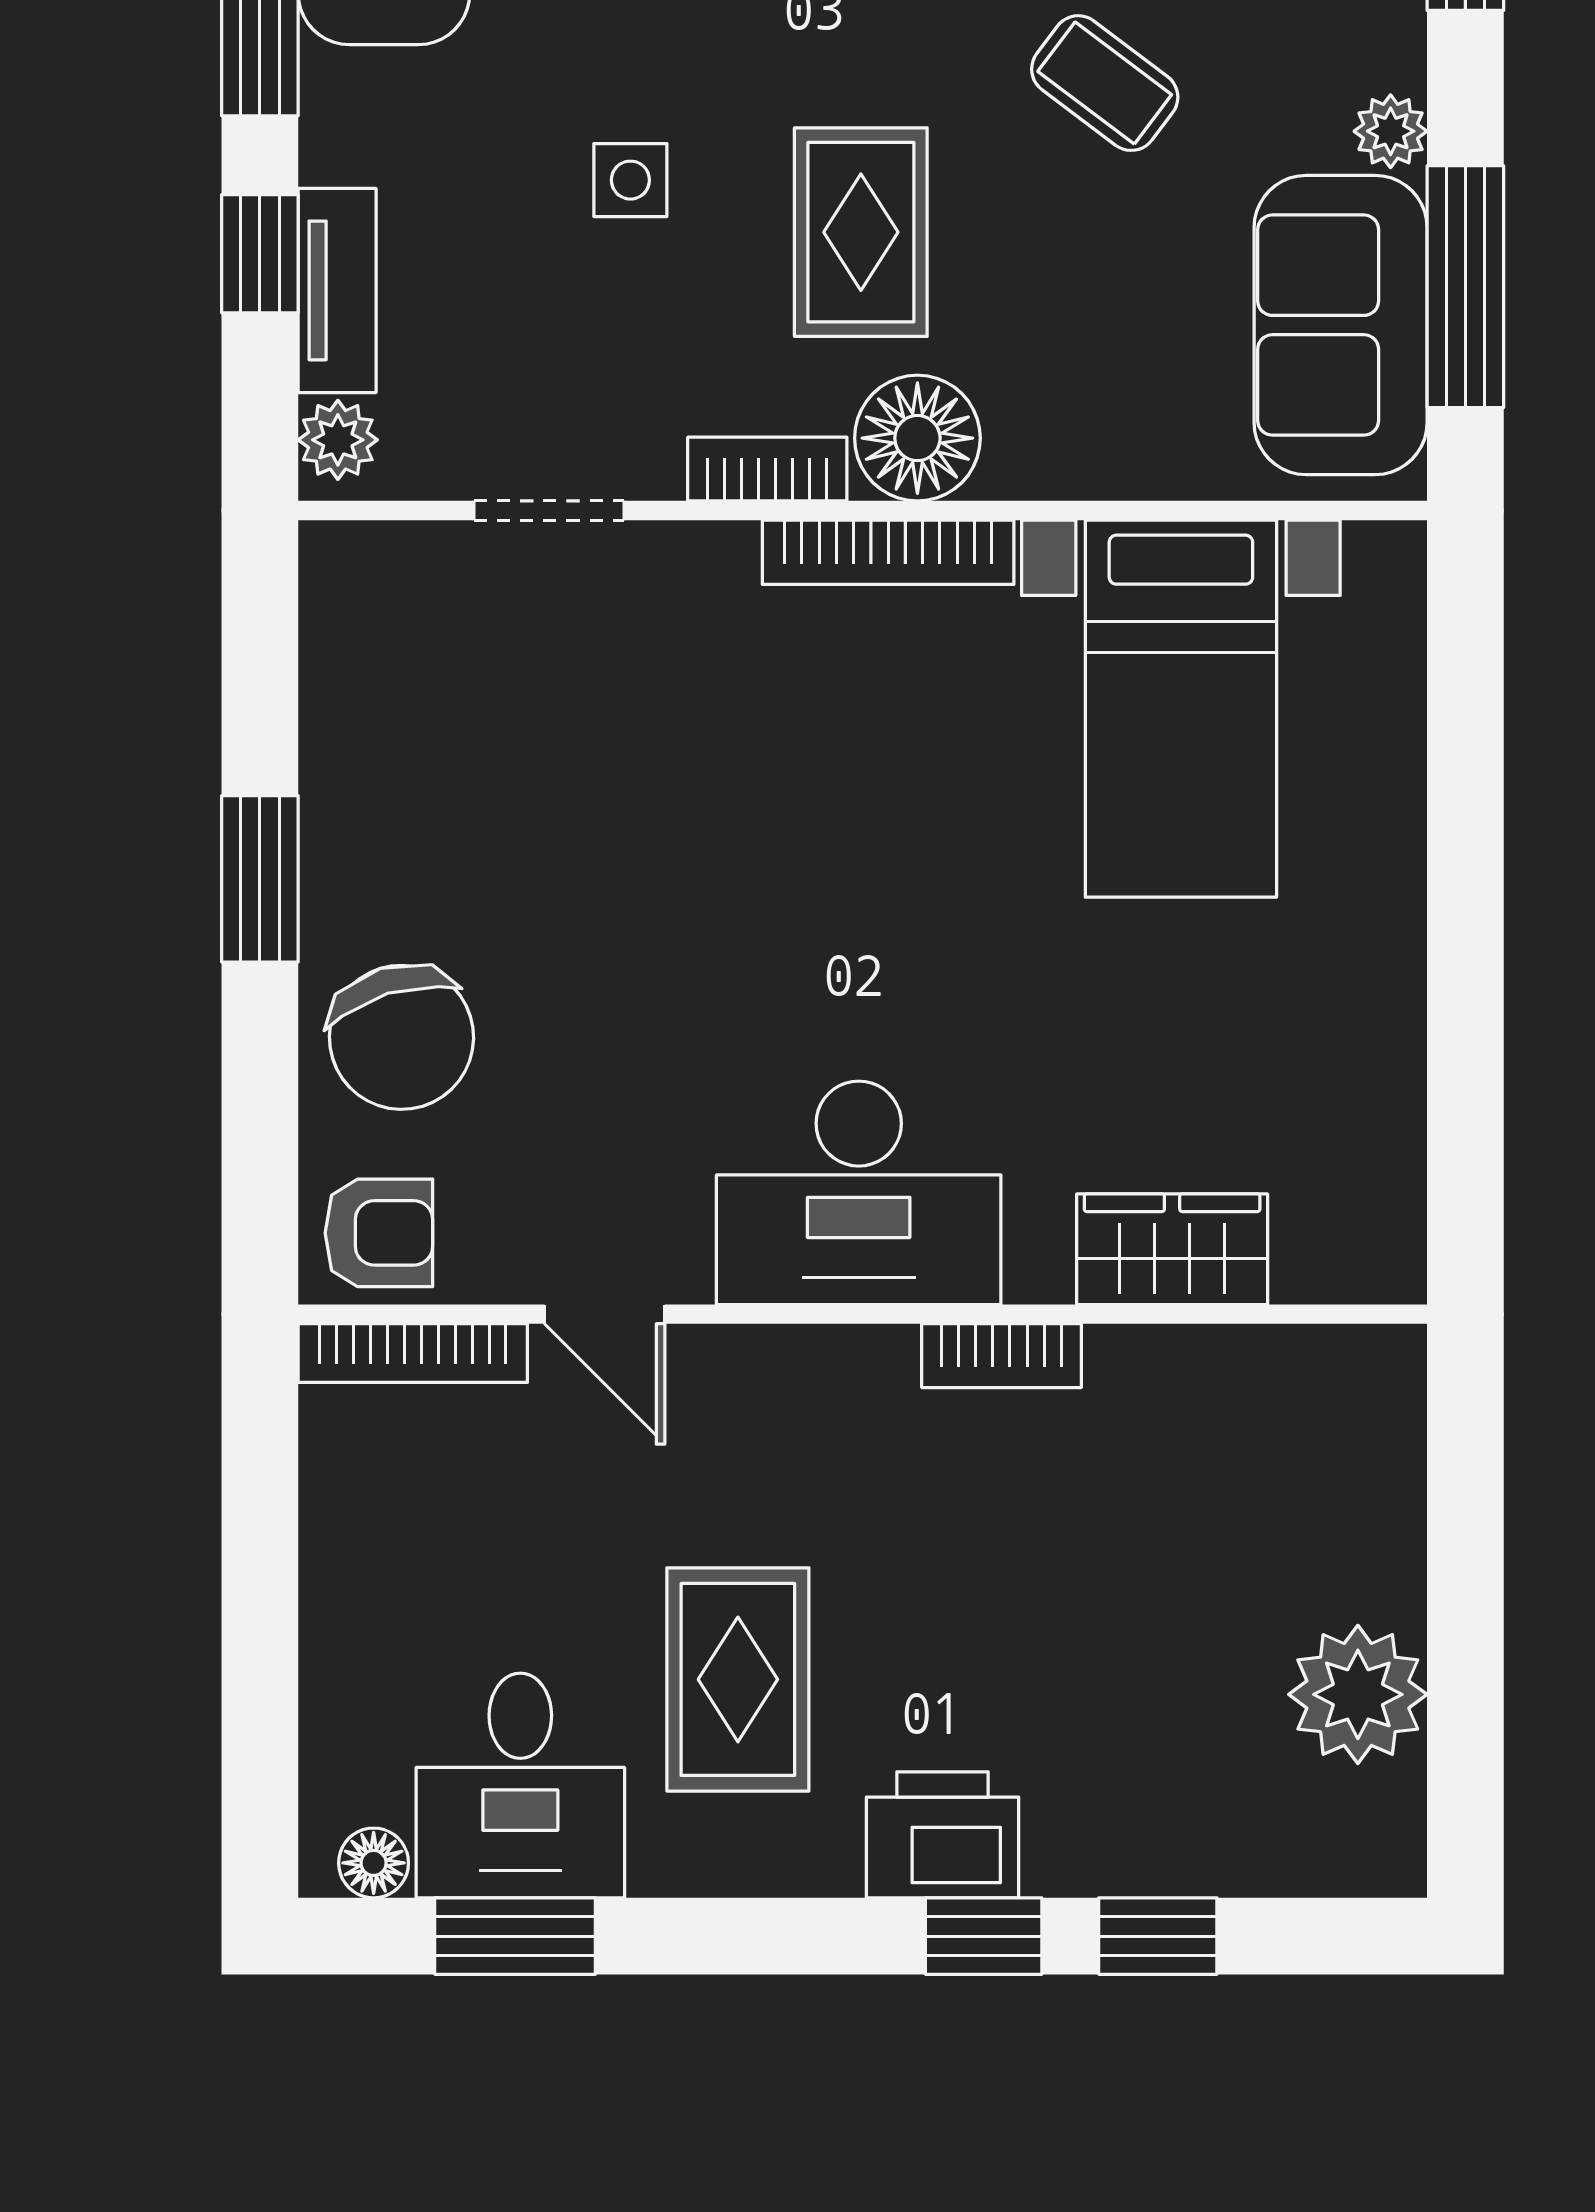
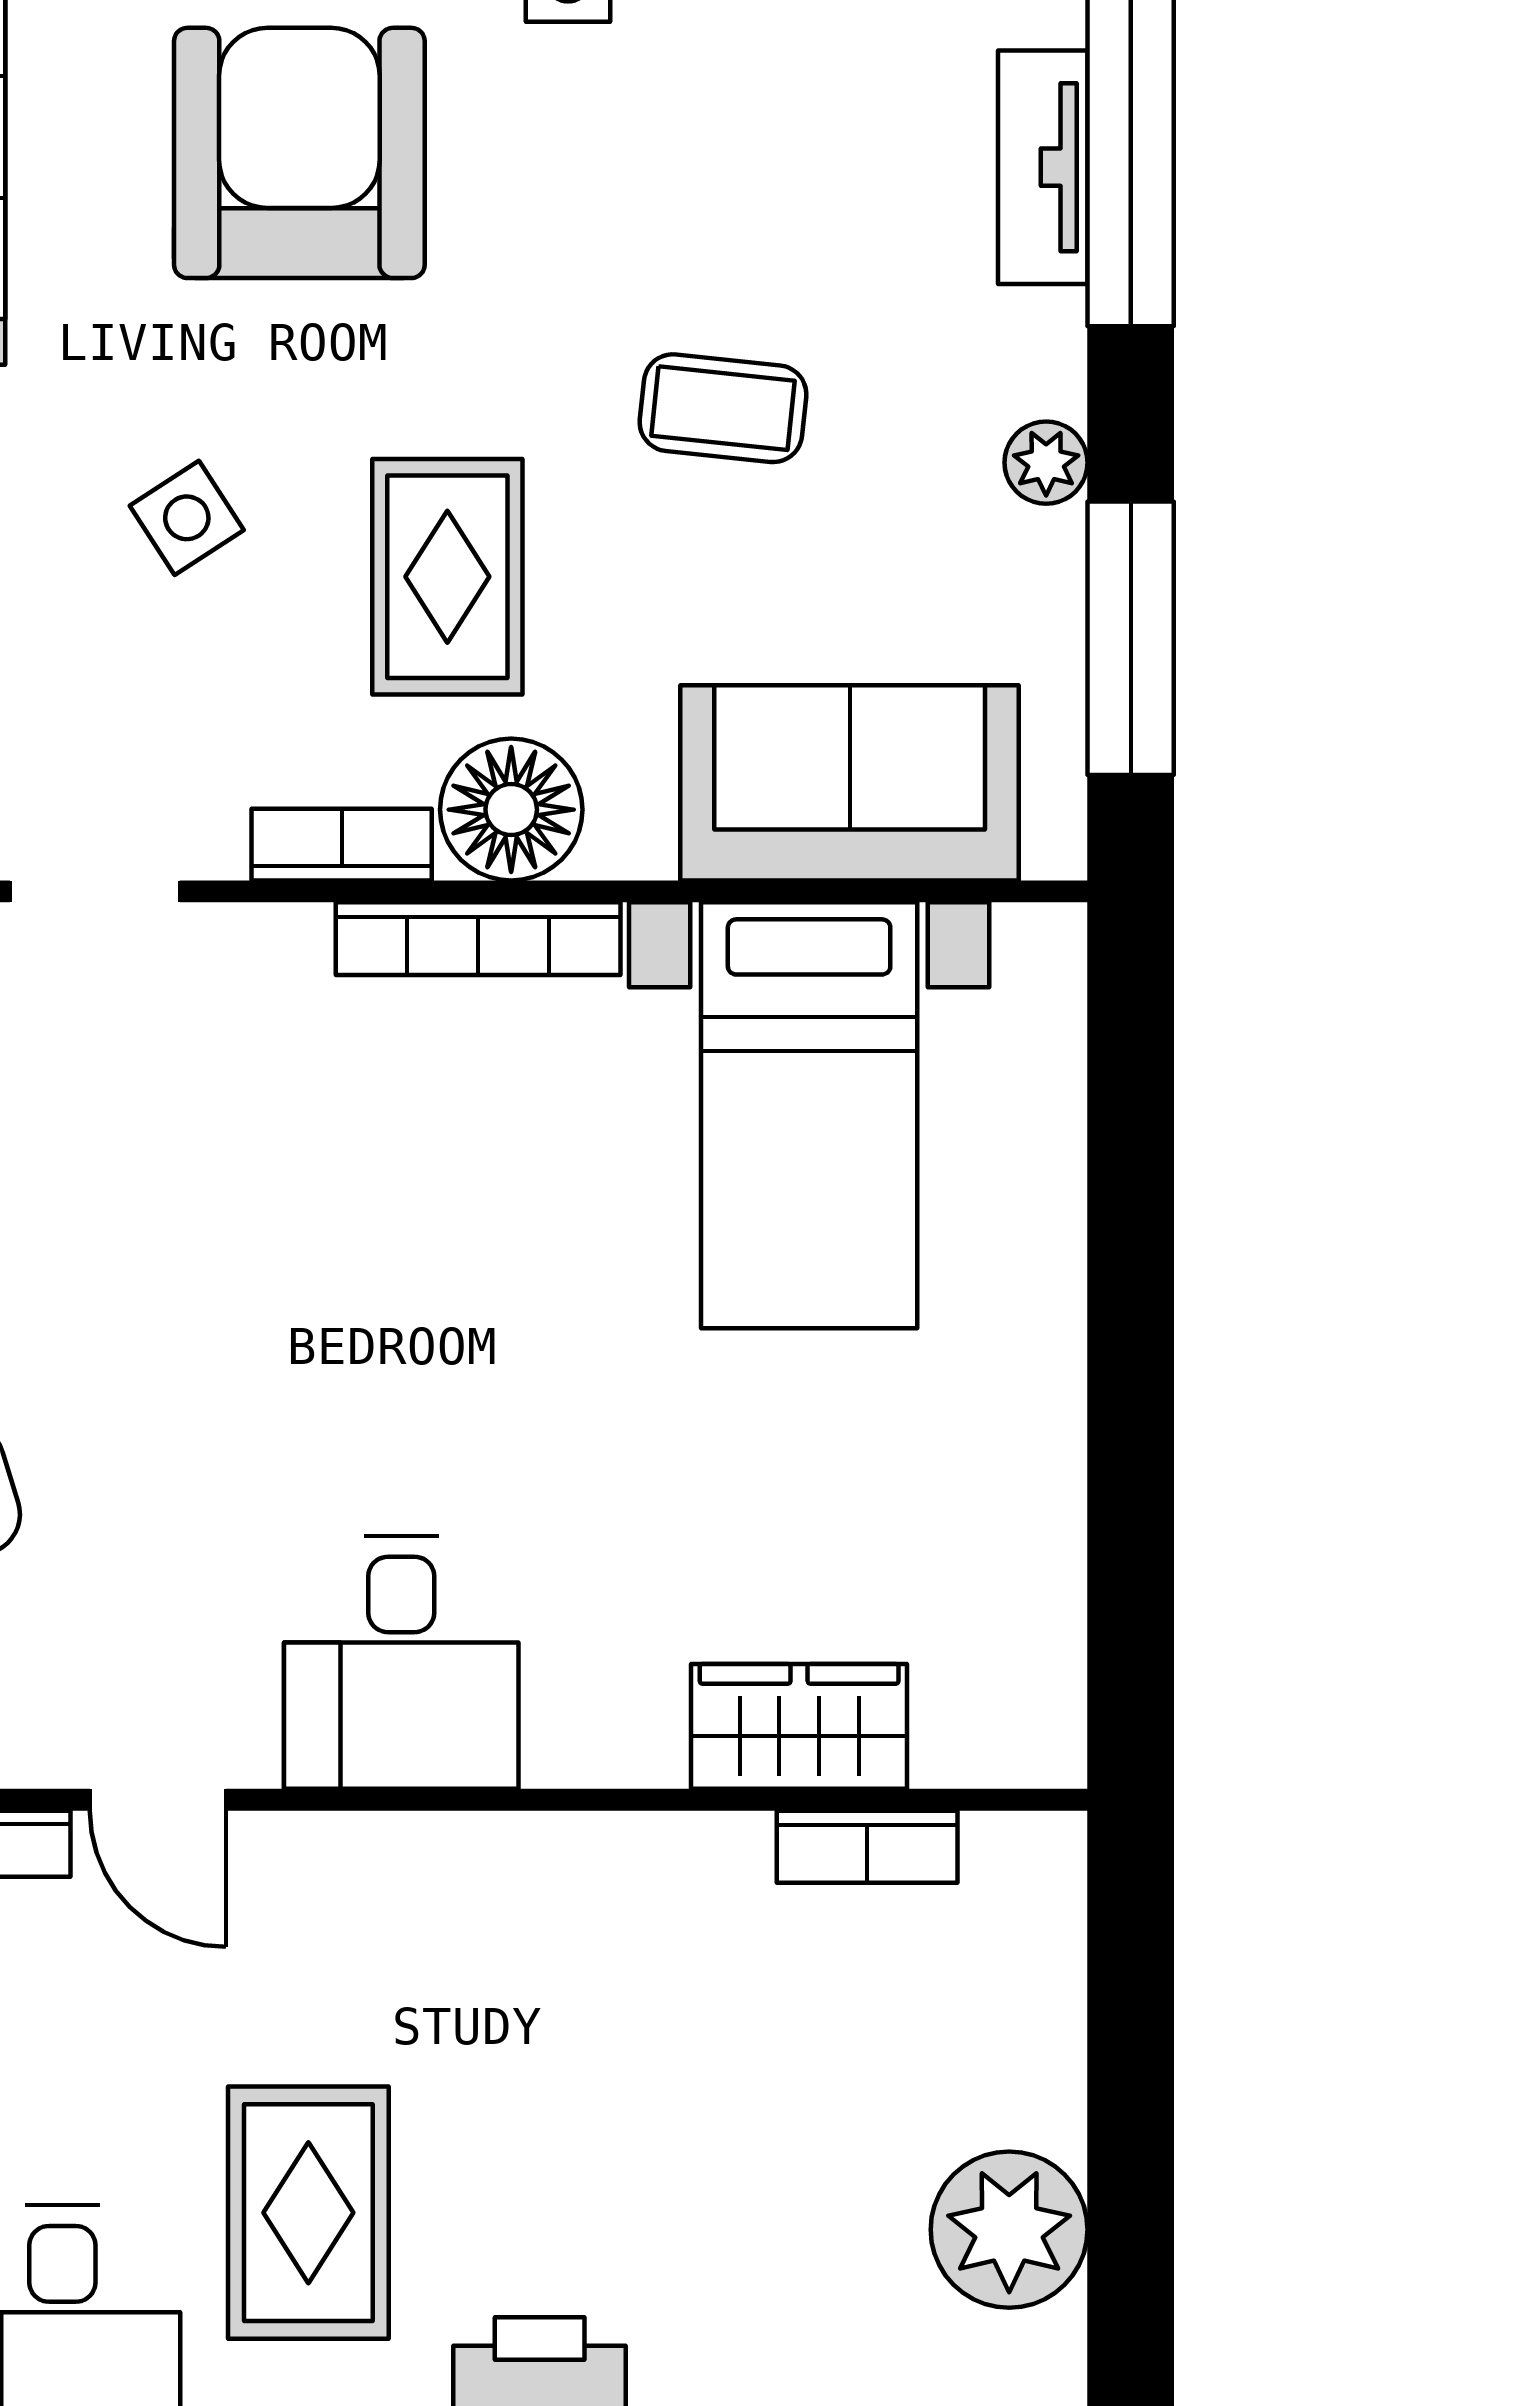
coffee table: (1105, 83) -> (723, 408), turned -31
side table: (630, 180) -> (187, 518), turned -33
sofa: (1341, 325) -> (850, 783), moved, turned 90
desk: (859, 1193) -> (401, 1663), width x0.73
bookcase: (1001, 1356) -> (867, 1847), moved

